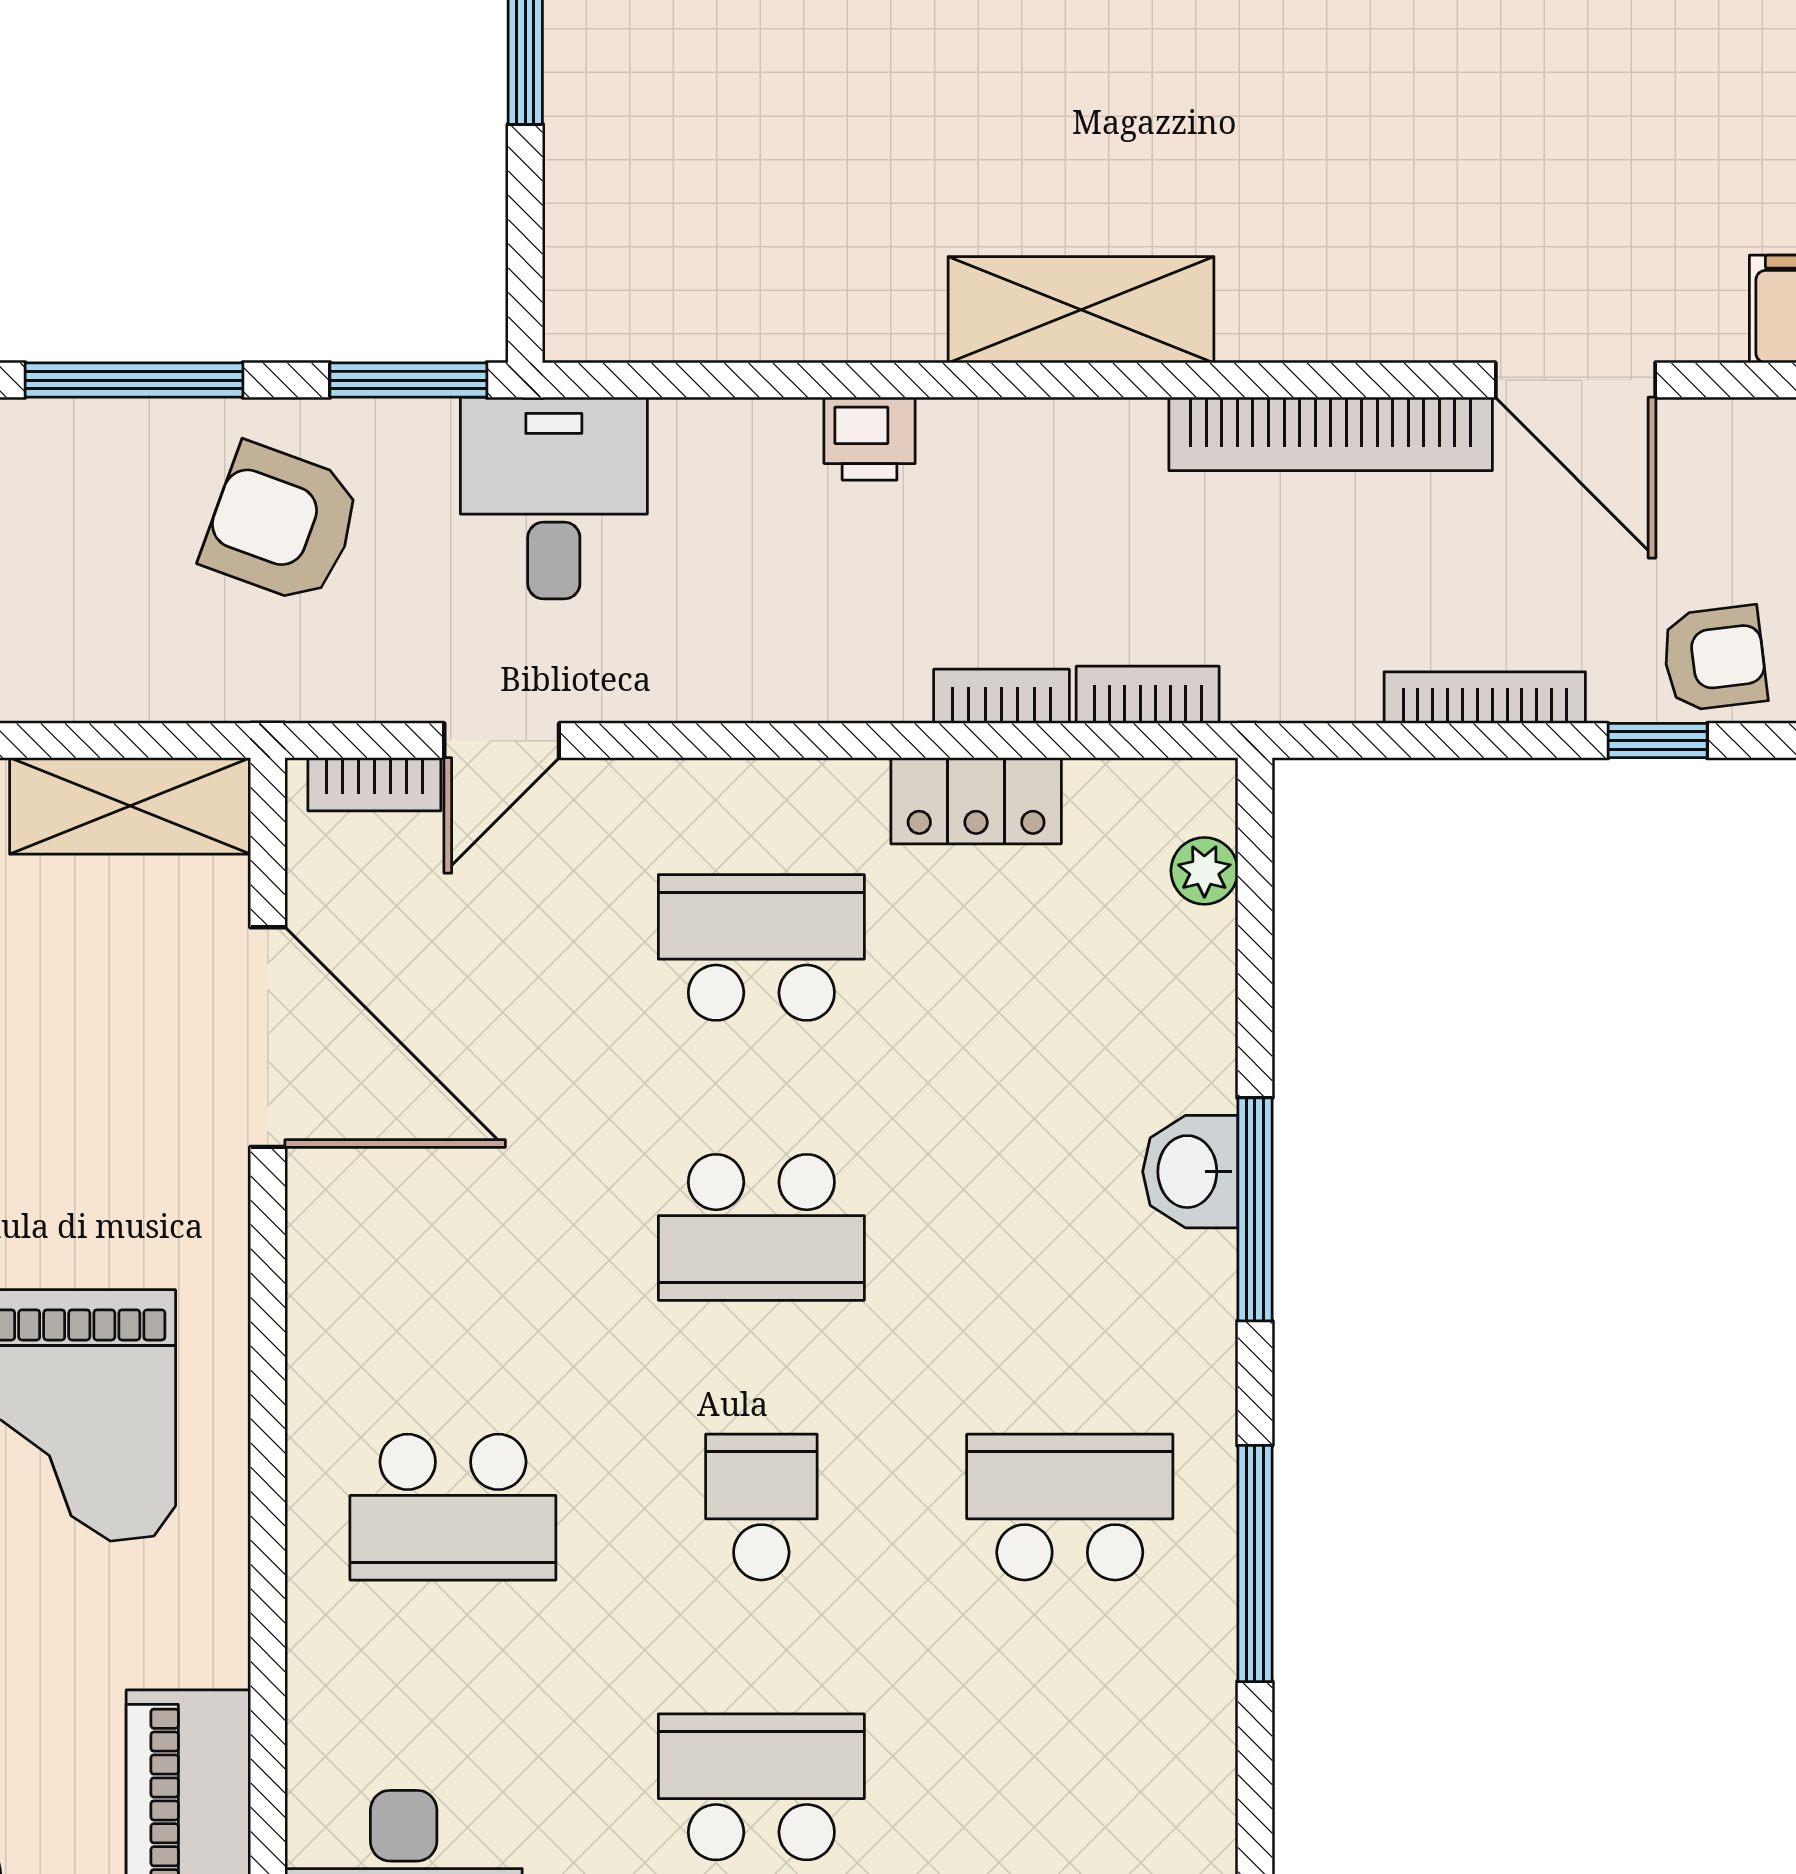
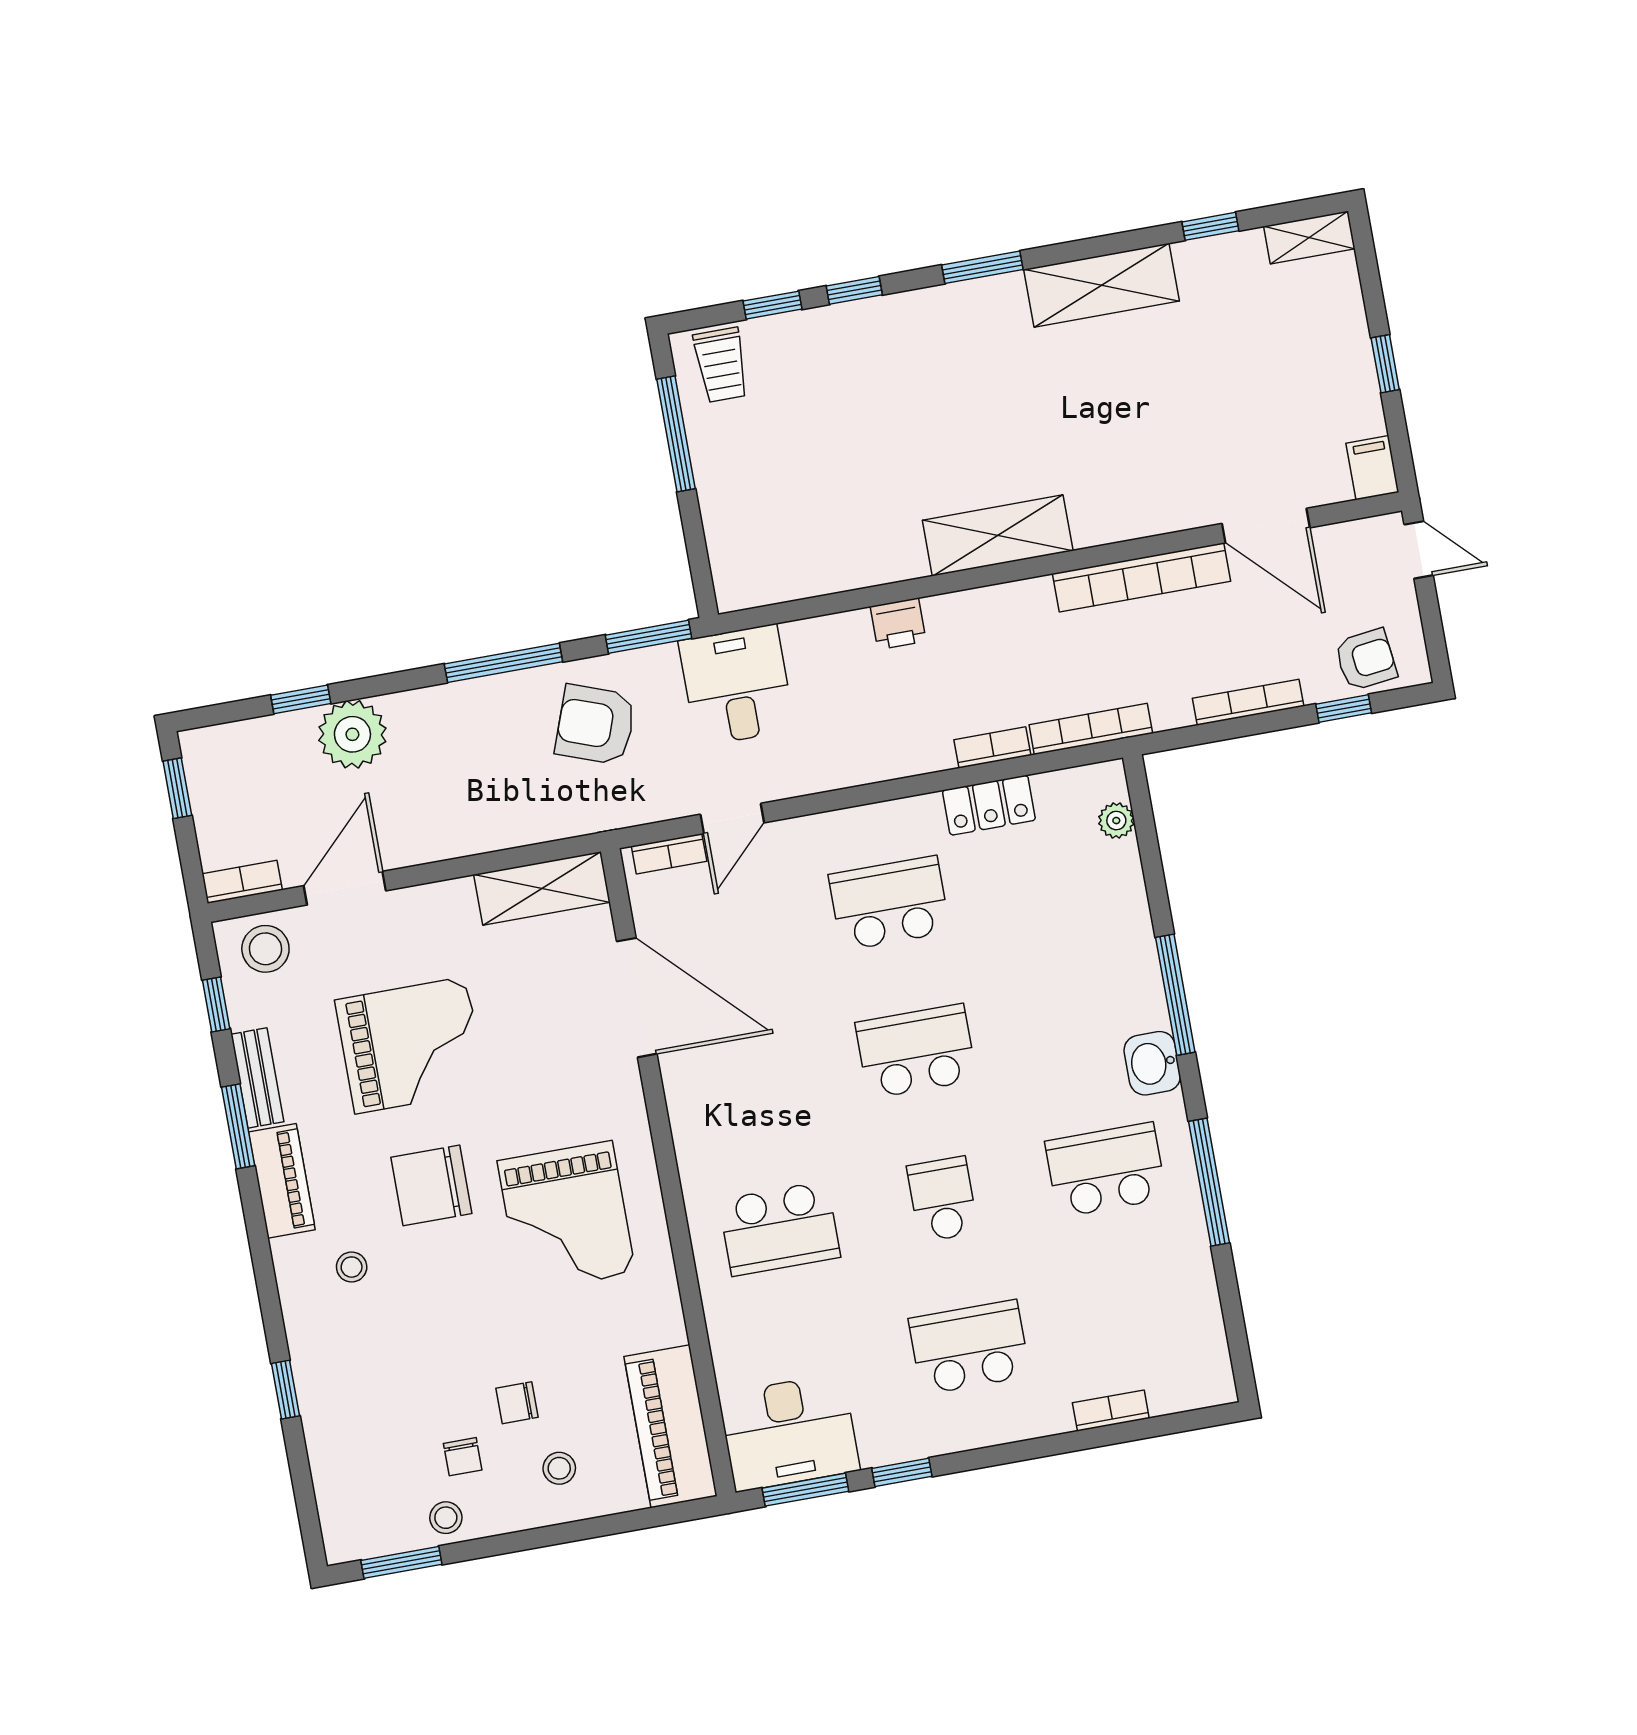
bookcase: (1148, 695) -> (1091, 729), width x1.56
washbasin: (1190, 1172) -> (1152, 1063), moved
school desk: (761, 1227) -> (916, 1051), turned 180

